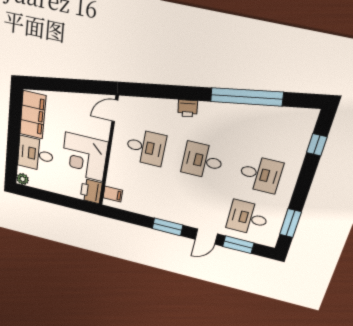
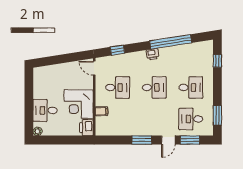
window: (156, 91) -> (117, 50), added
printer: (188, 108) -> (153, 54), moved
door: (115, 111) -> (94, 68), hinge flipped
filing cabinet: (33, 115) -> (41, 83), removed
desk: (202, 161) -> (154, 87), turned 180
filing cabinet: (113, 194) -> (101, 111), moved

